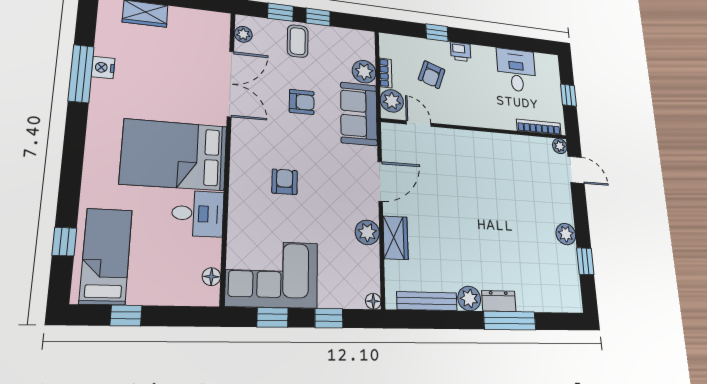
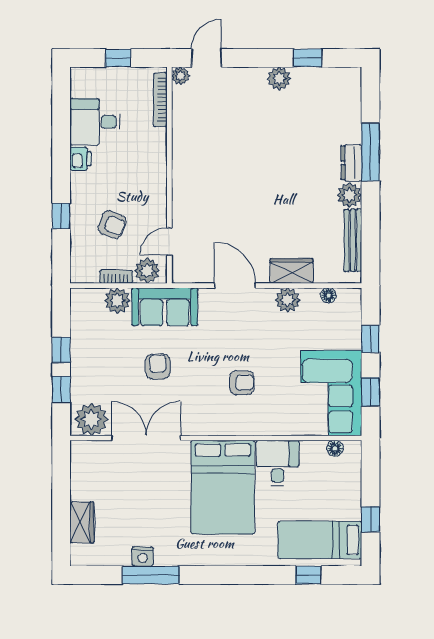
plant: (243, 34) -> (91, 419), width x1.88, depth x1.88
coffee table: (298, 41) -> (92, 371), removed
printer: (461, 52) -> (81, 159), moved
armchair: (285, 182) -> (242, 383), turned 180
floor lamp: (373, 301) -> (328, 295), moved

